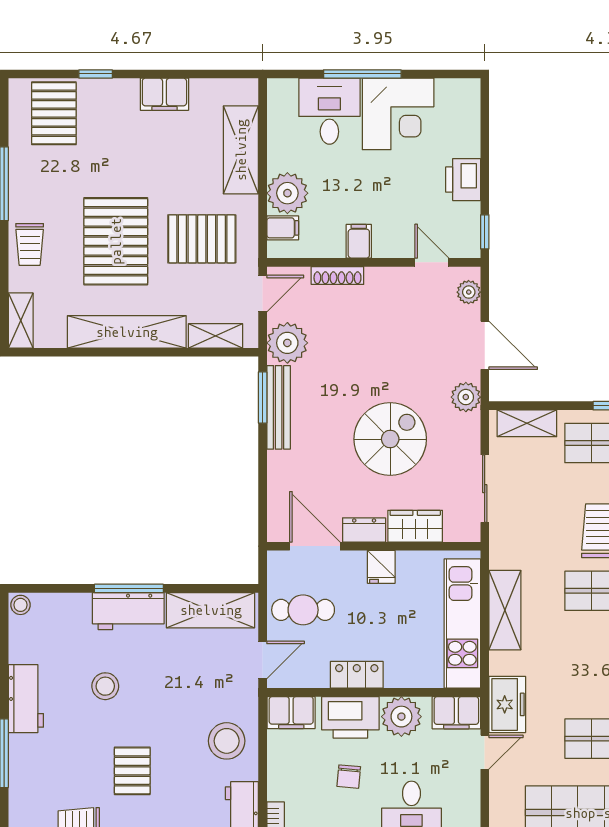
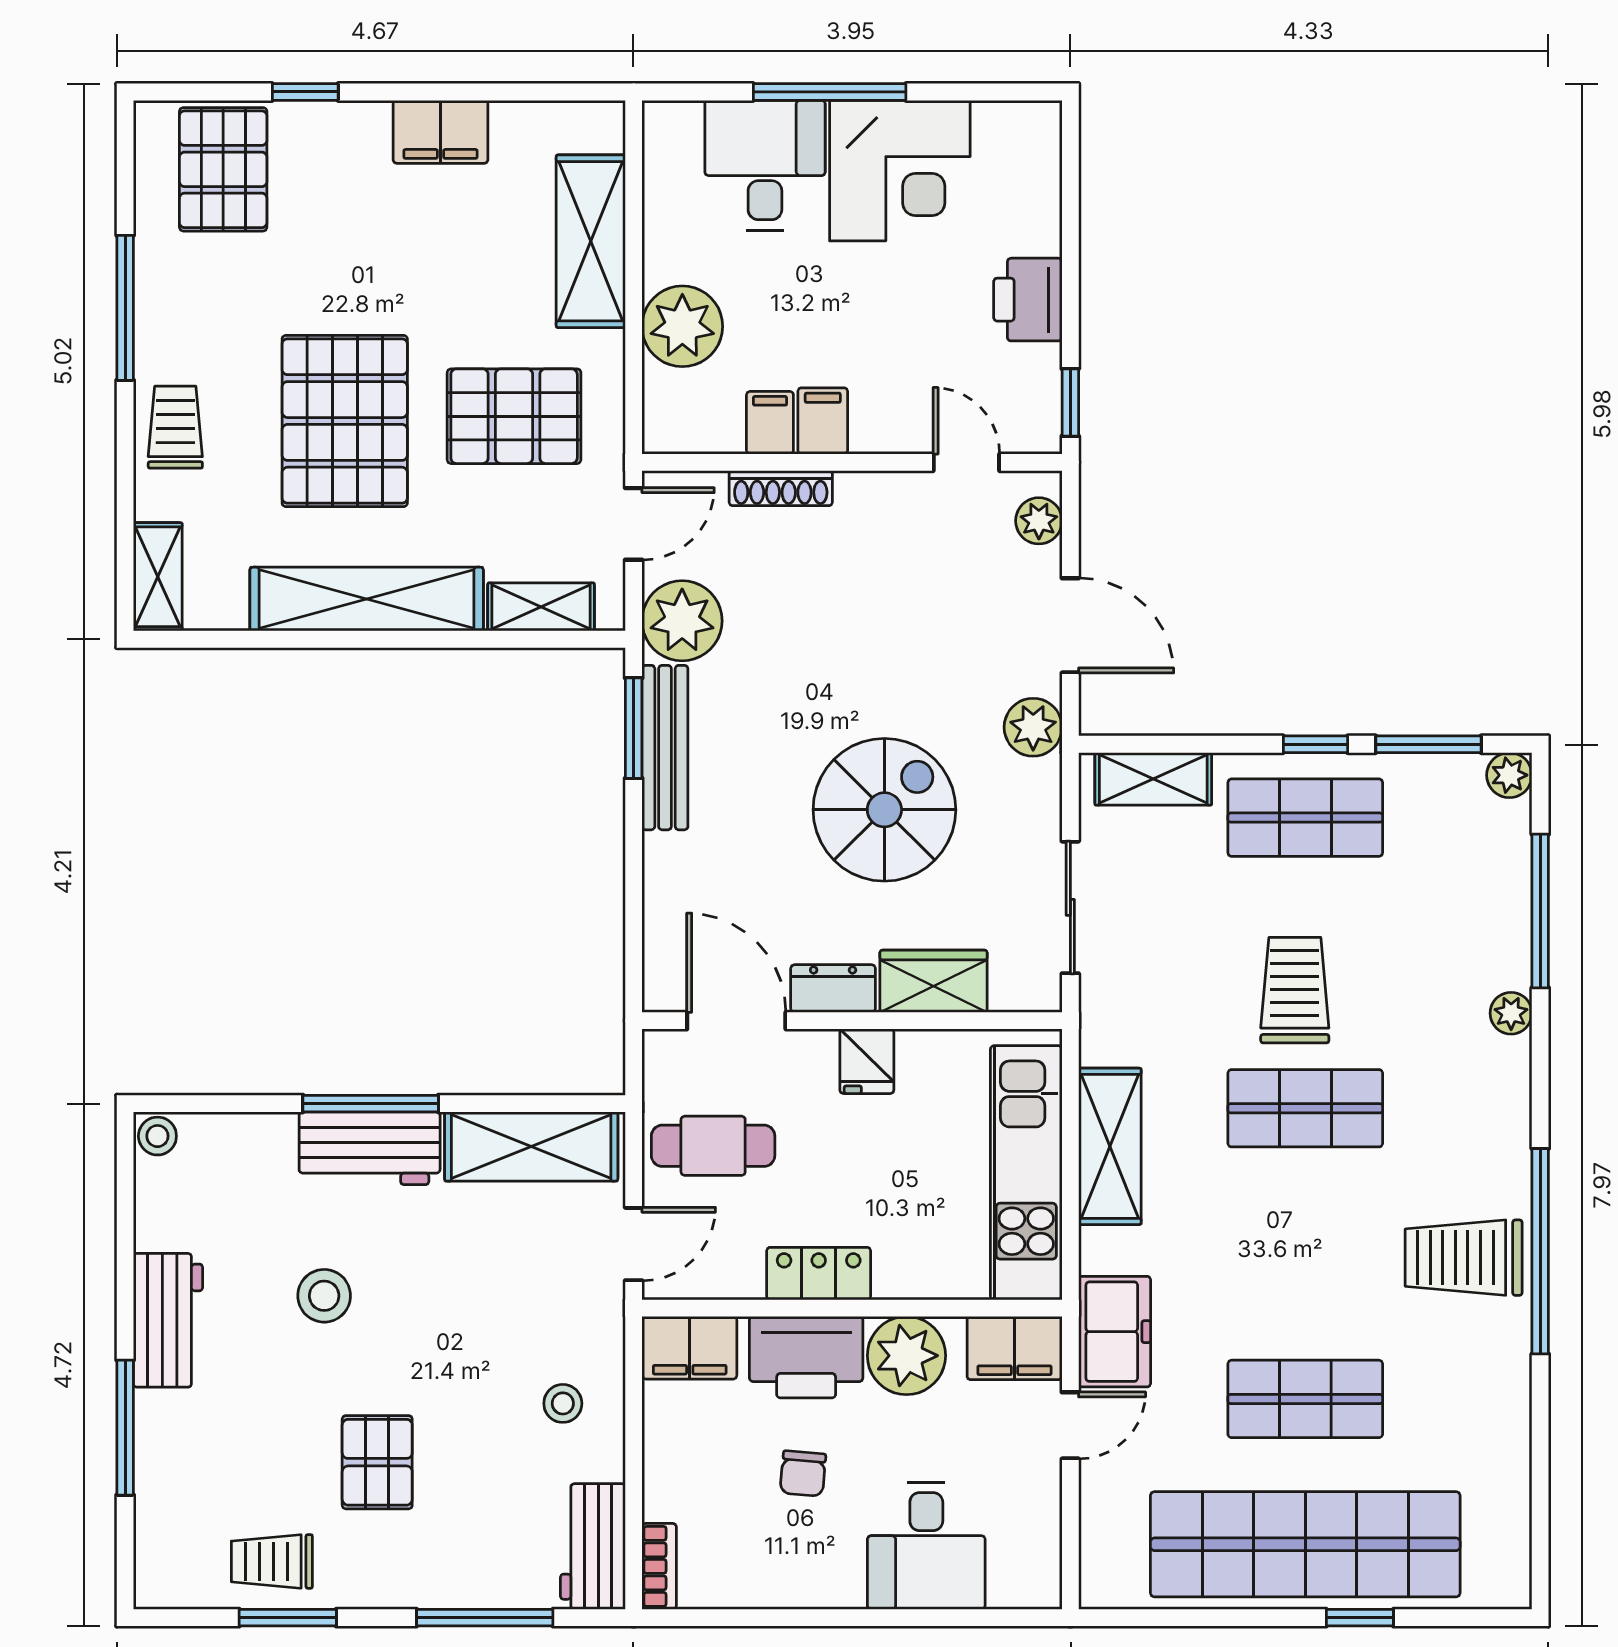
filing cabinet: (283, 228) -> (770, 423), moved, turned -90
trolley: (30, 244) -> (175, 427), turned 180
stool: (227, 741) -> (563, 1403), width x0.53, depth x0.53

